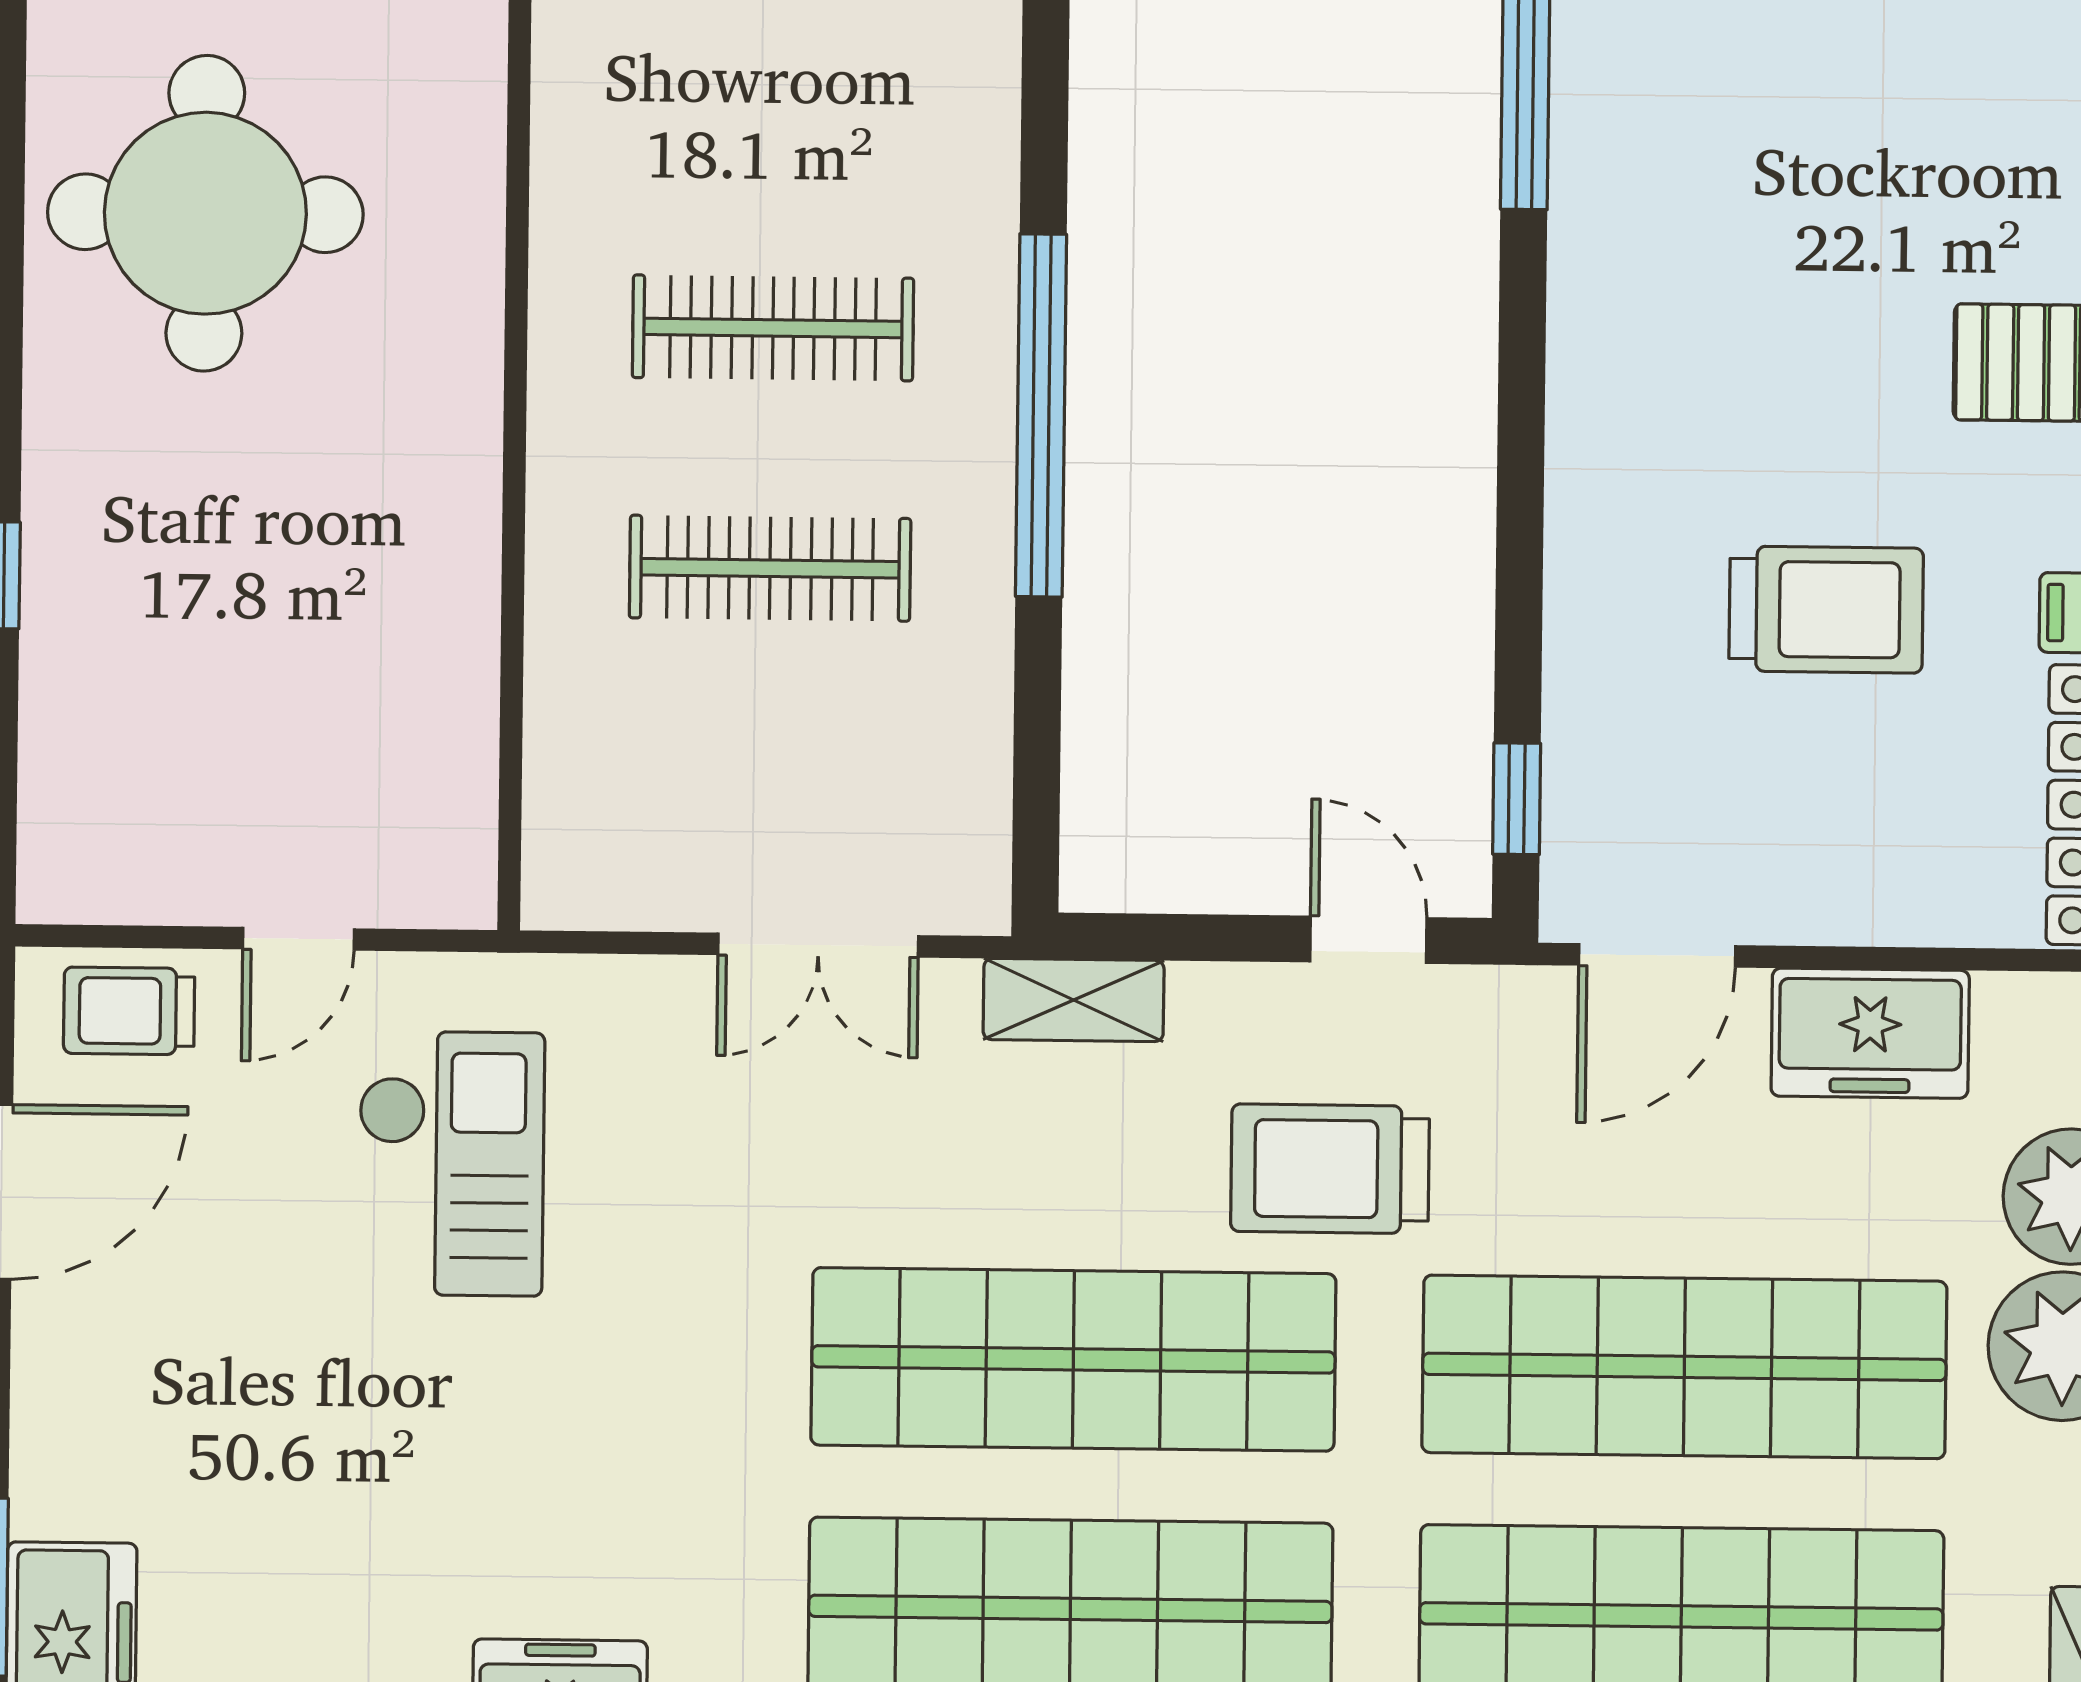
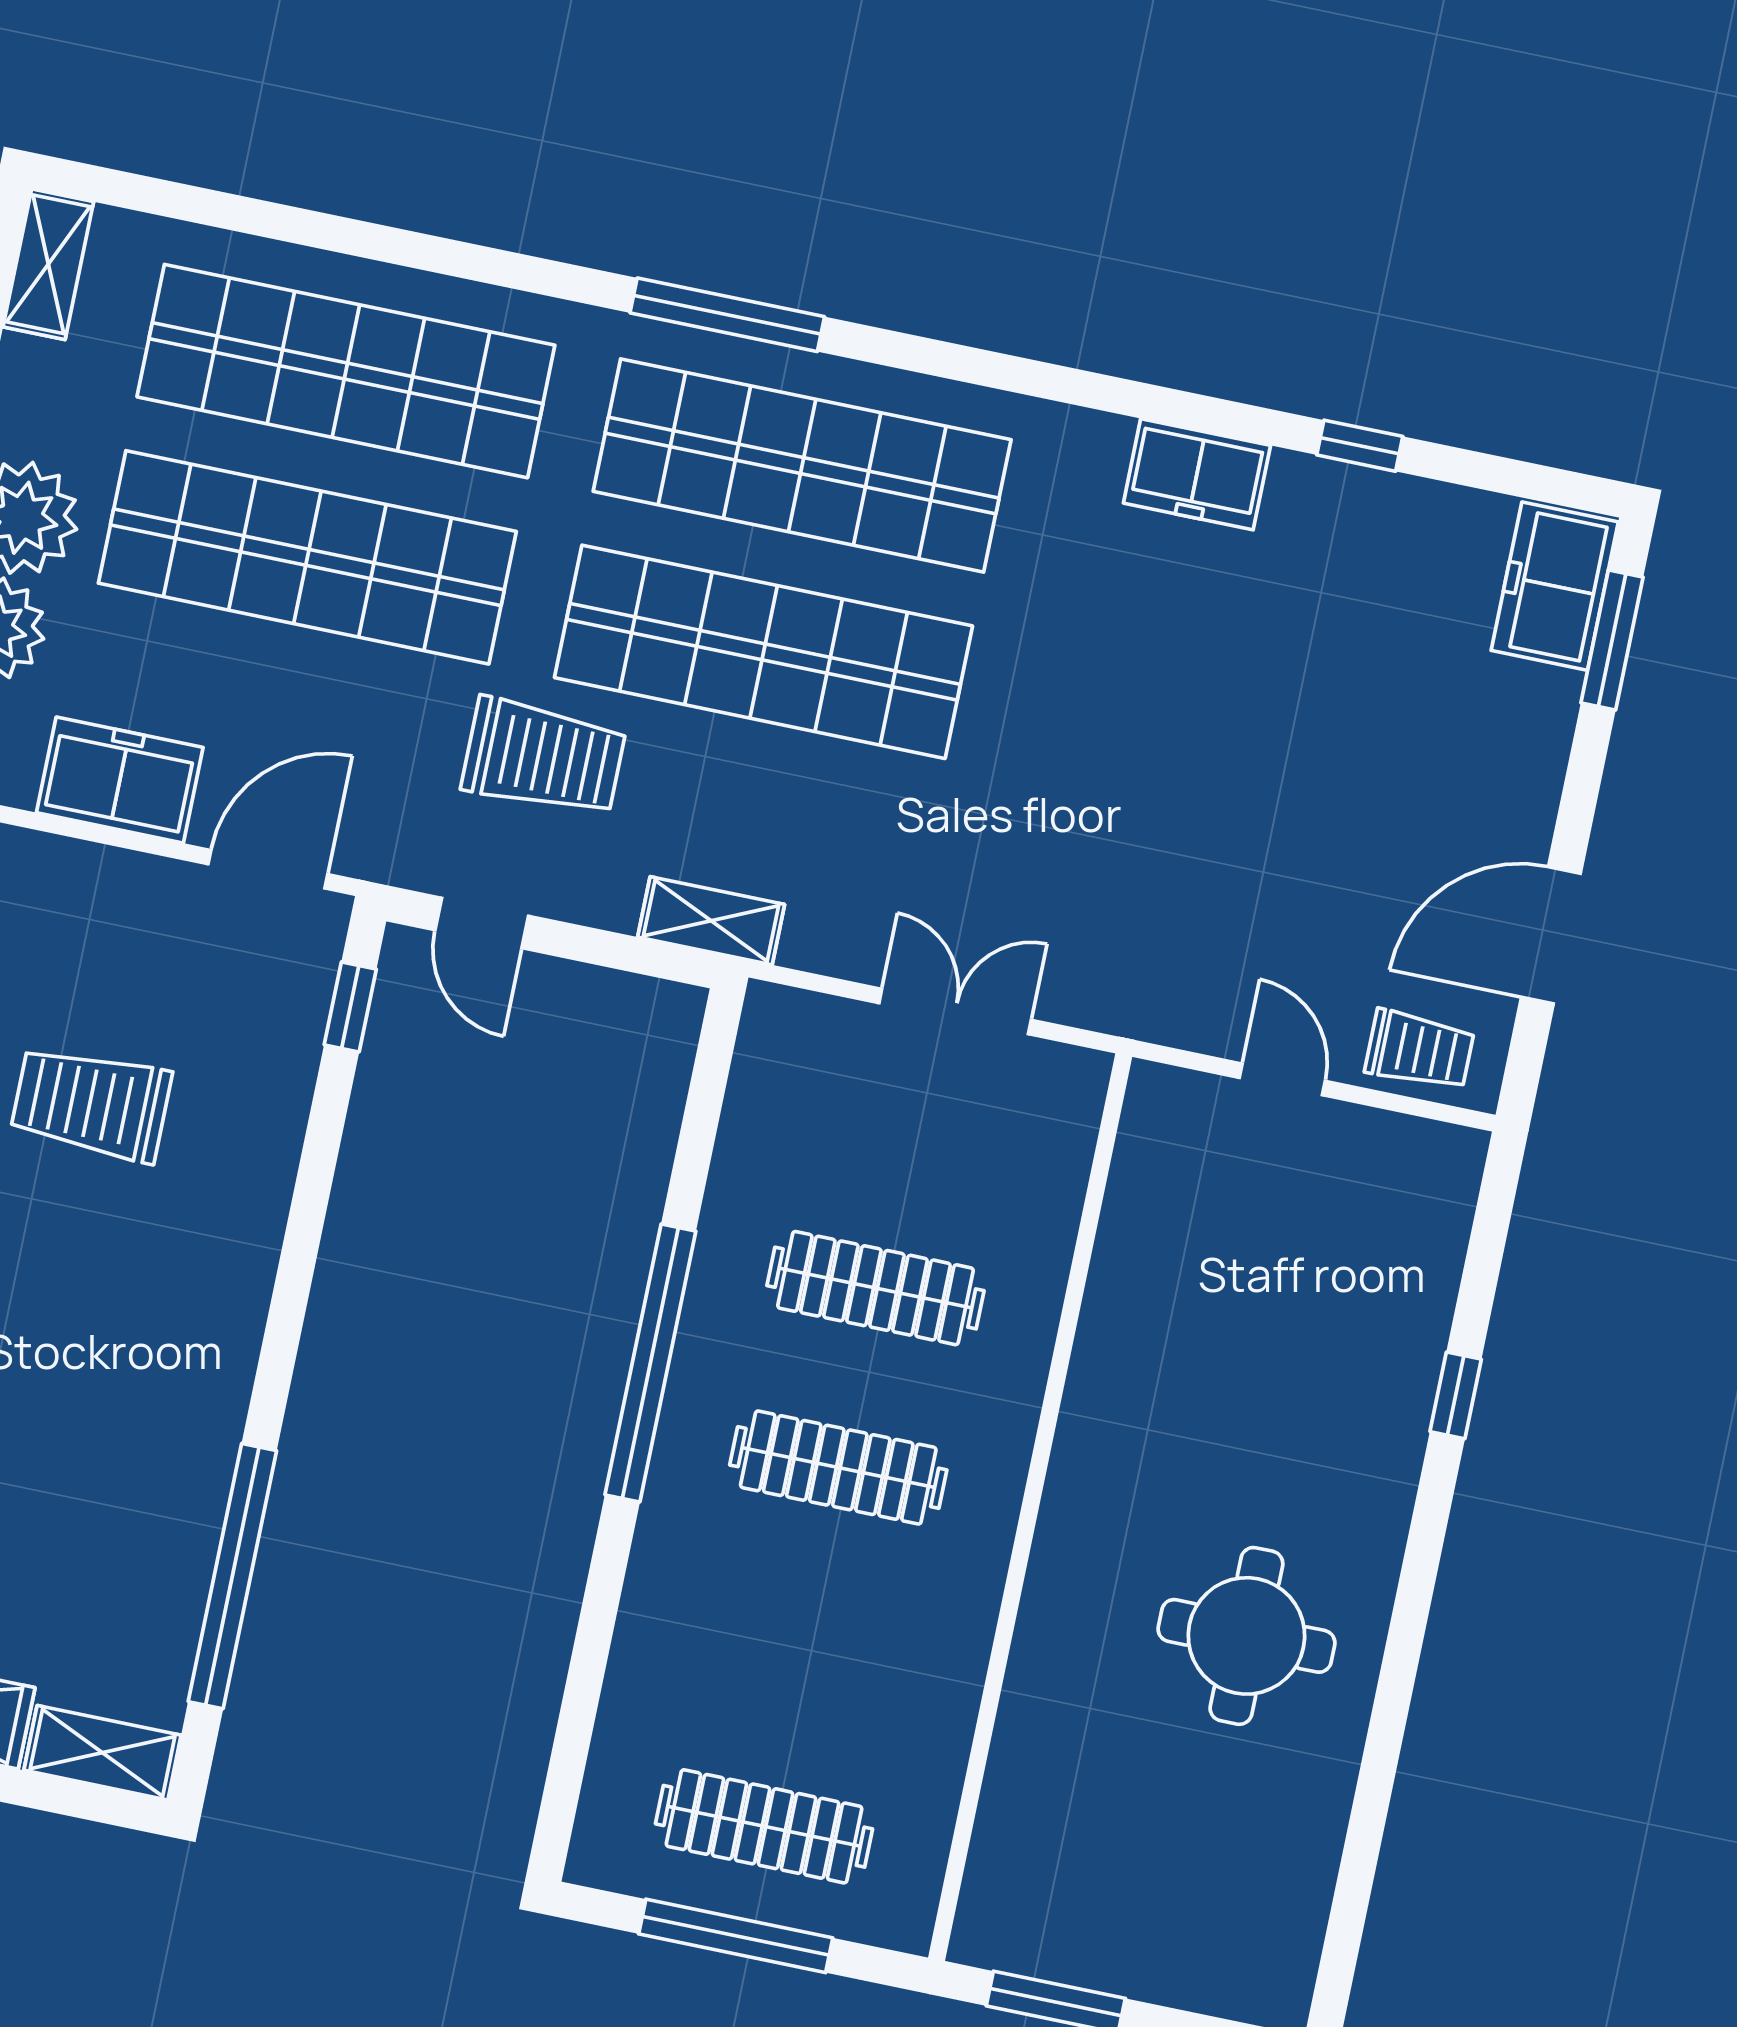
round table: (205, 213) -> (1246, 1636), width x0.73, depth x0.73
door: (299, 939) -> (1282, 1079), hinge flipped
double door: (818, 945) -> (955, 1012), moved
checkout: (451, 1164) -> (1201, 889), removed

